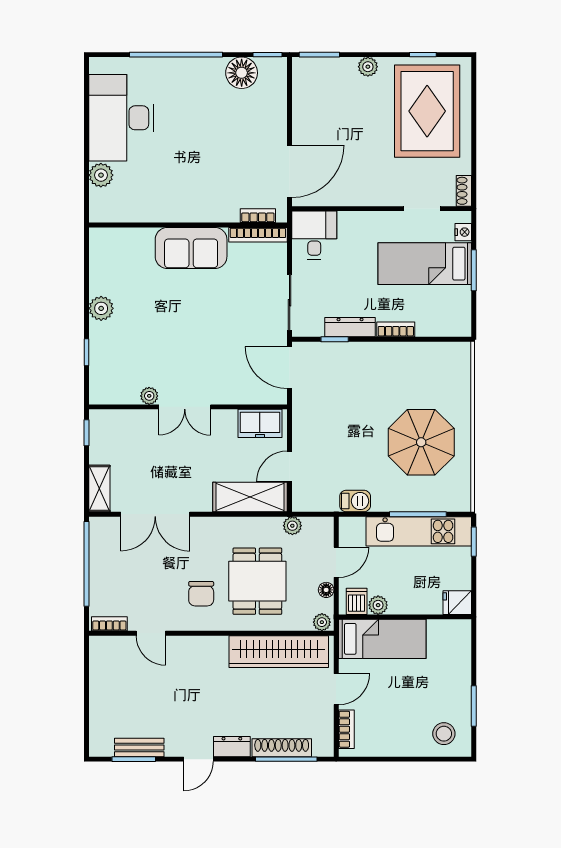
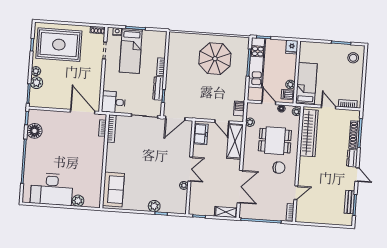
plant: (344, 70) -> (36, 83), added
sofa: (191, 248) -> (113, 189), moved
plant: (101, 308) -> (154, 206), moved
barbecue: (355, 501) -> (239, 108), moved

